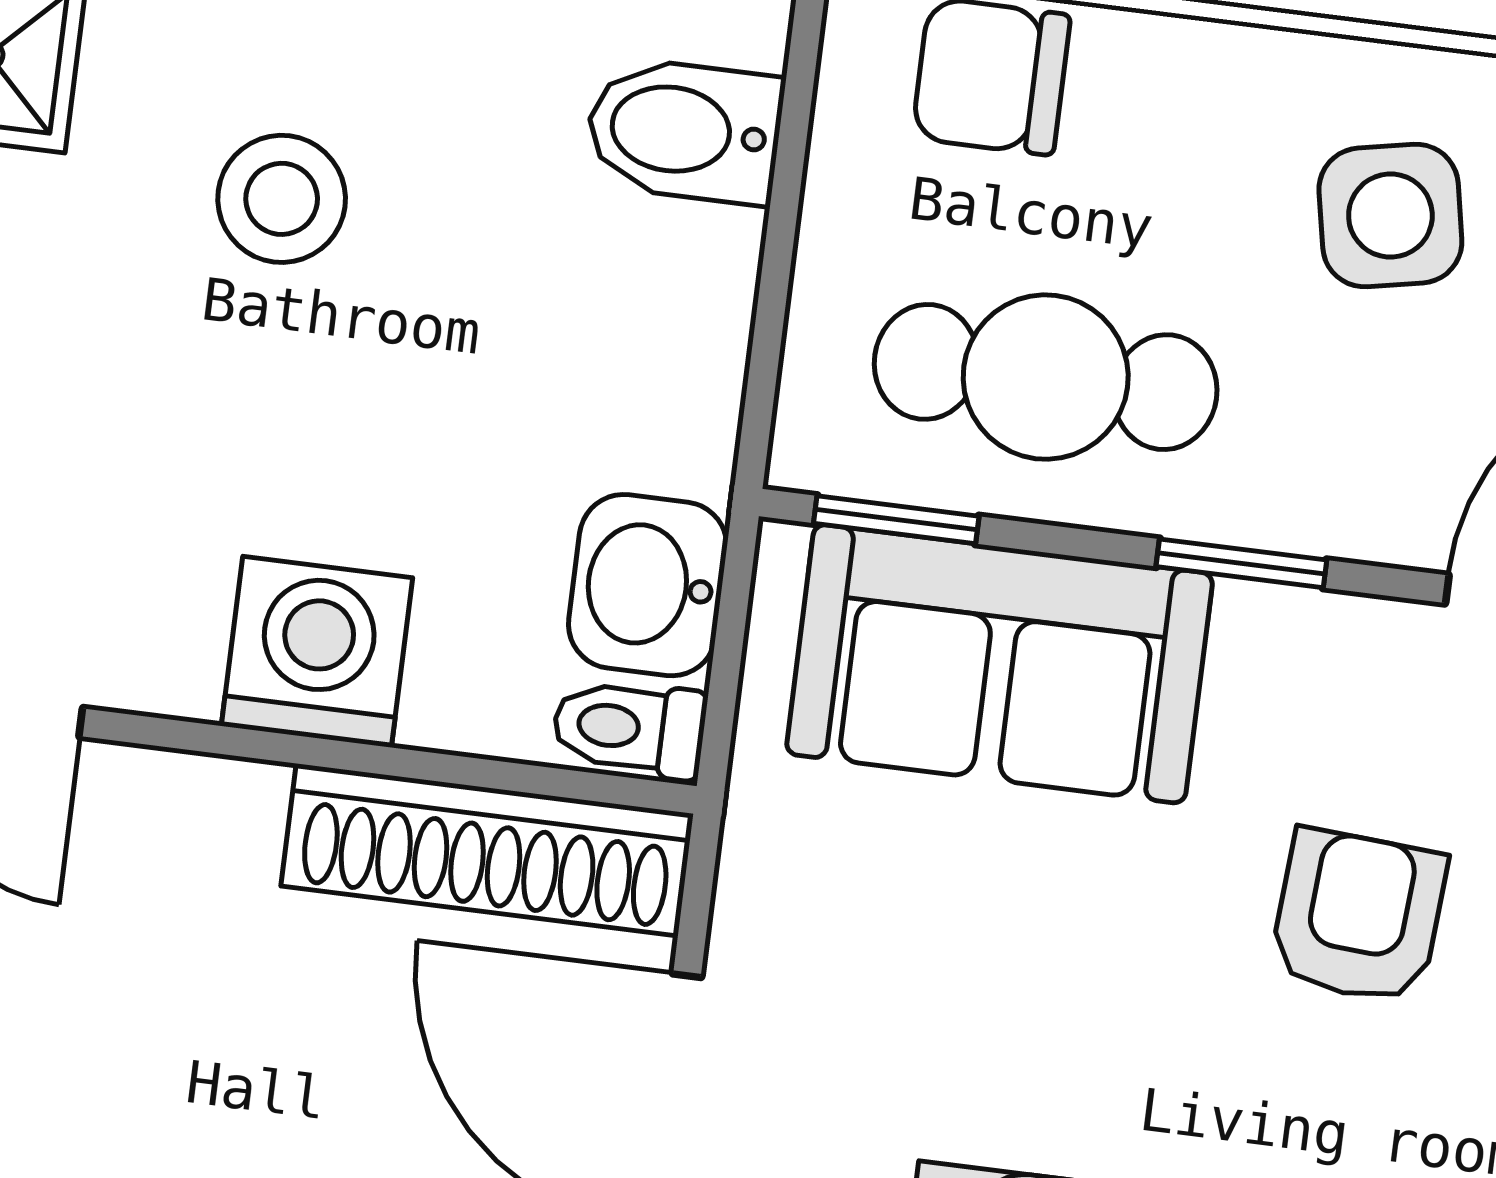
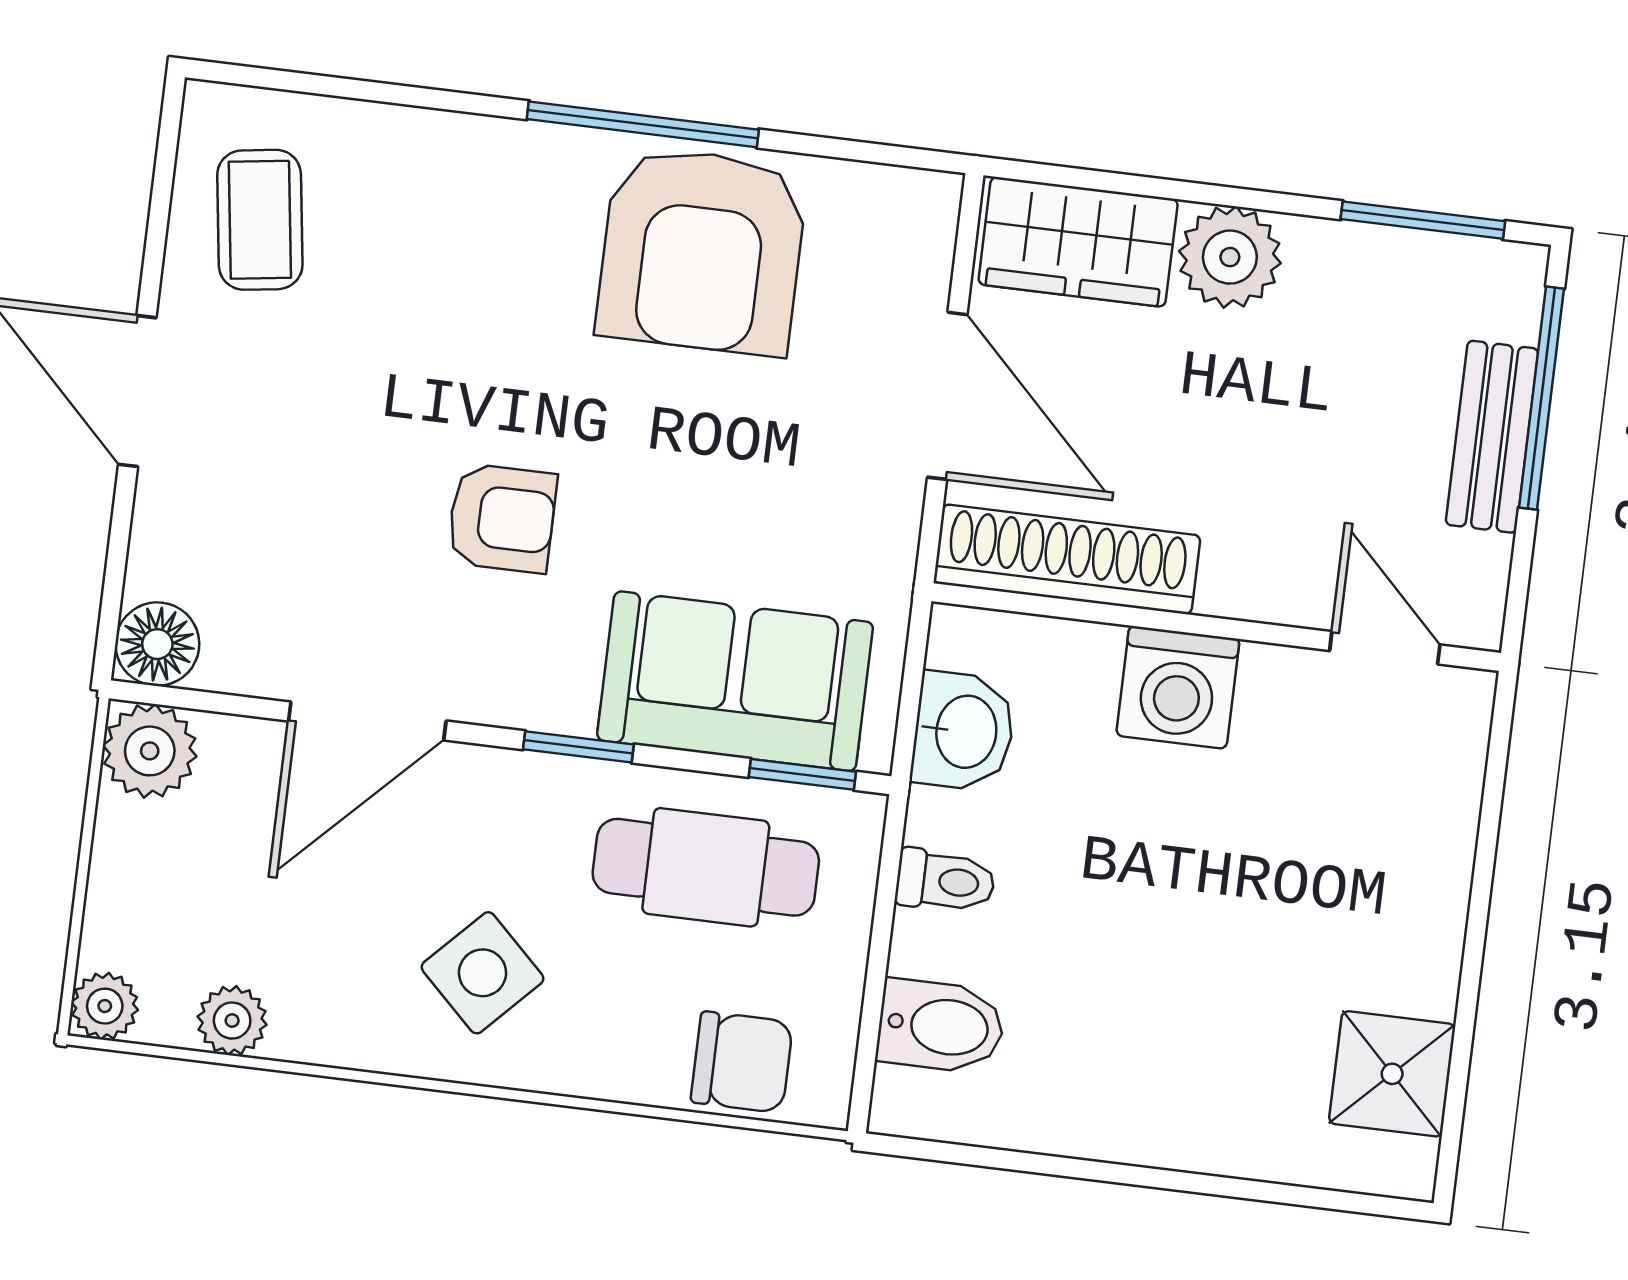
stool: (282, 199) -> (1202, 981), removed
side table: (1390, 216) -> (483, 973), turned -35
toilet: (629, 728) -> (945, 881), moved
armchair: (1358, 916) -> (502, 518), turned -94

